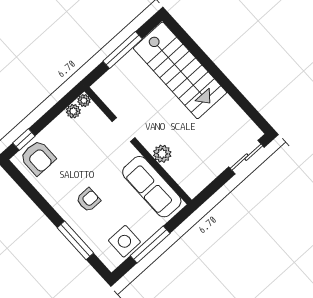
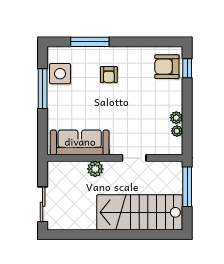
doorway: (124, 130) -> (134, 158), moved
wall: (138, 146) -> (115, 158), moved
plant: (162, 154) -> (95, 169), moved
sofa: (152, 187) -> (80, 142), moved

